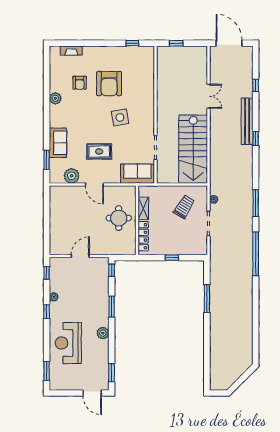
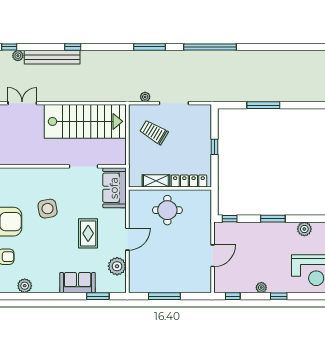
plant: (248, 93) -> (18, 56), added
window: (47, 216) -> (164, 296), added
door: (80, 256) -> (213, 256), swing flipped

